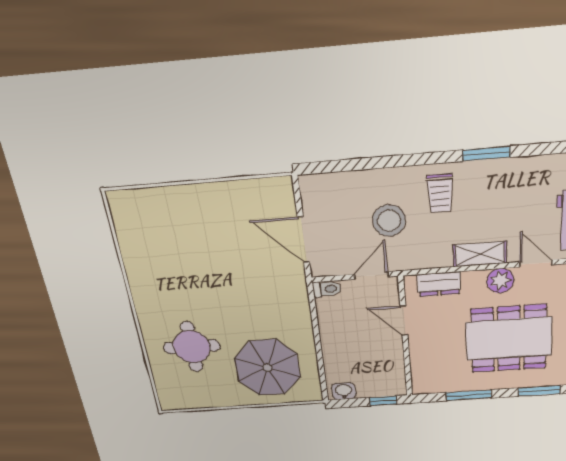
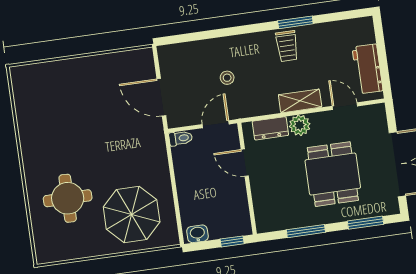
trolley: (440, 193) -> (287, 46), moved
stool: (389, 220) -> (227, 78), width x0.53, depth x0.53
plant: (500, 281) -> (300, 125), moved
dining table: (509, 339) -> (333, 174), width x0.73

